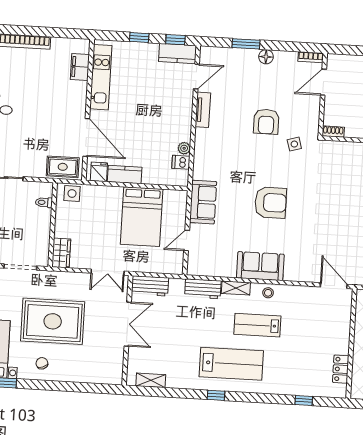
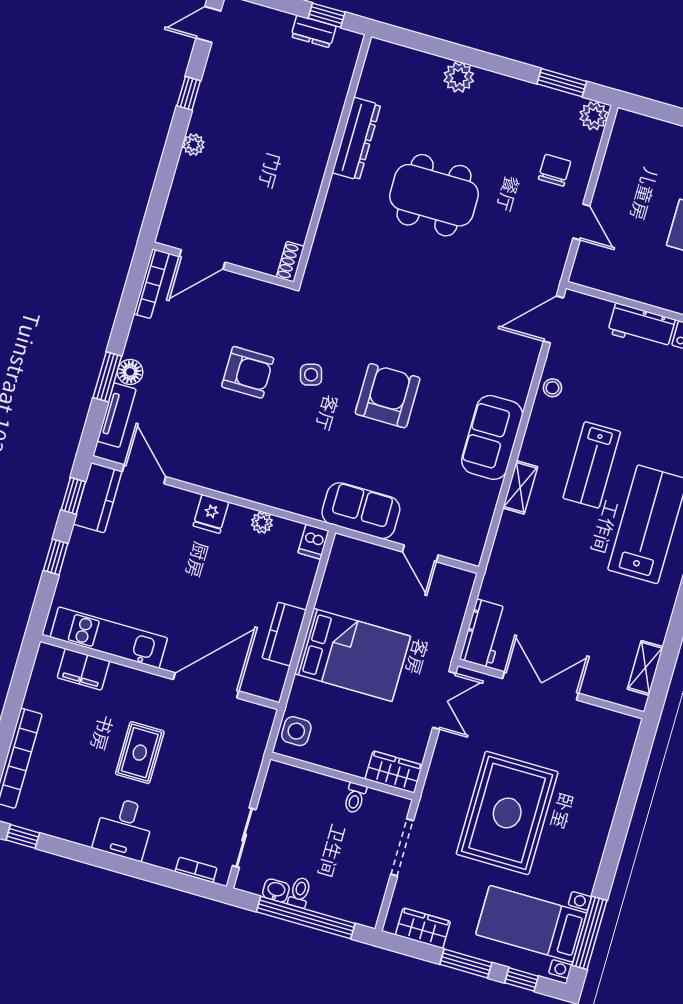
floor lamp: (266, 57) -> (130, 372), moved
bookcase: (311, 57) -> (151, 284), width x1.56
door: (323, 82) -> (202, 259), hinge flipped
tv unit: (203, 110) -> (117, 415), moved, turned 90
side table: (294, 144) -> (311, 375), moved
dishwasher: (181, 162) -> (313, 542), moved
rug: (63, 167) -> (140, 753), moved
fridge: (99, 172) -> (211, 514), moved, turned -90
toilet: (44, 202) -> (355, 798), moved
bed: (142, 217) -> (353, 655), moved
workbench: (203, 289) -> (641, 326), moved, turned 90
stool: (268, 293) -> (552, 388), moved
chair: (42, 363) -> (575, 847), removed

